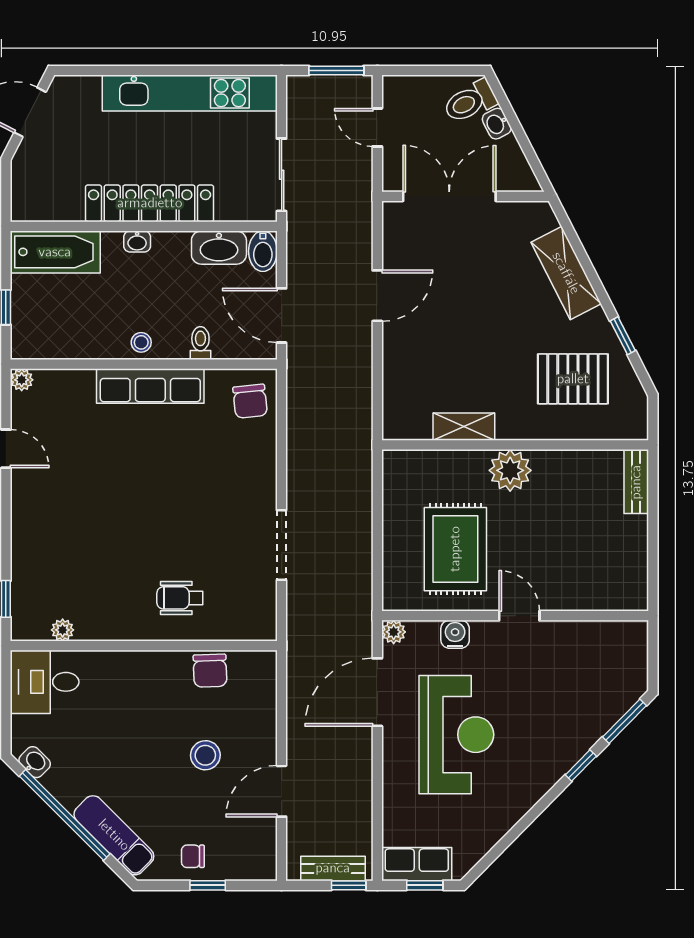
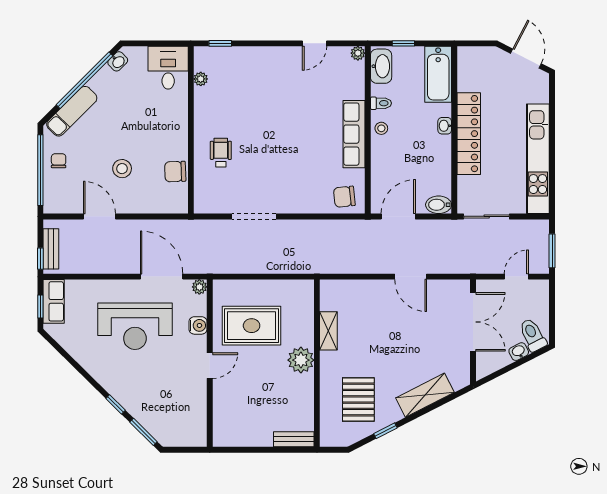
washbasin: (219, 248) -> (381, 66), moved, turned 180
toilet: (200, 343) -> (381, 103), moved
window: (208, 885) -> (40, 170), width x3.17

